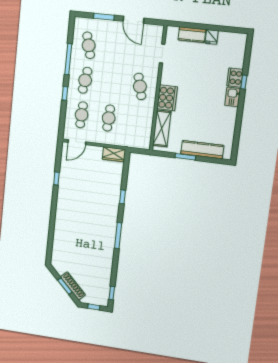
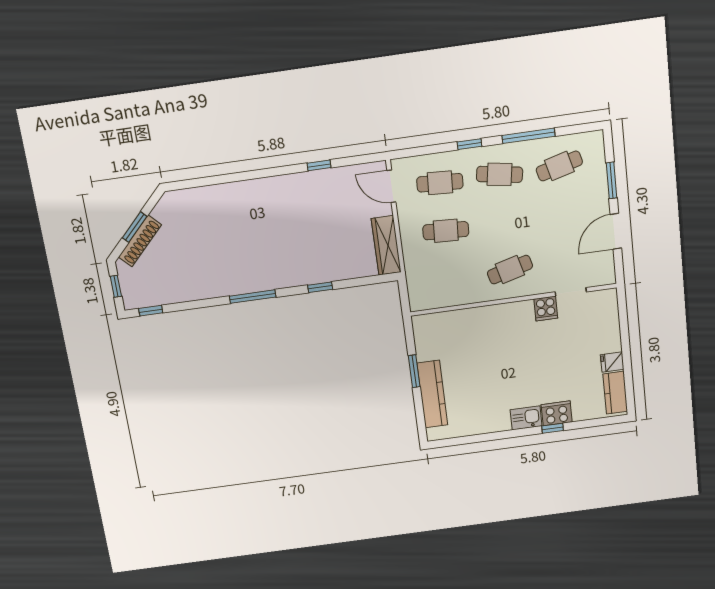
kitchen counter: (192, 35) -> (615, 393), moved
cooker: (167, 98) -> (546, 309), moved, width x0.53, depth x0.76
shelving: (162, 128) -> (450, 322), removed
wardrobe: (114, 154) -> (386, 245), width x1.50

